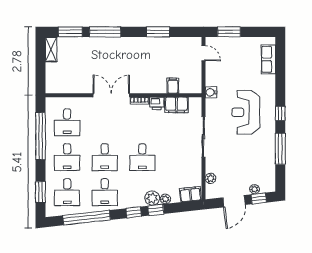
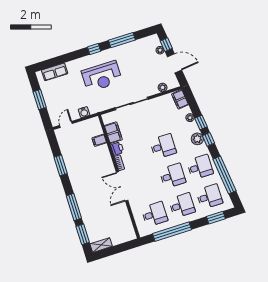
window: (229, 32) -> (40, 100), moved
water cooler: (211, 92) -> (84, 112), moved
plant: (152, 198) -> (197, 139), moved

